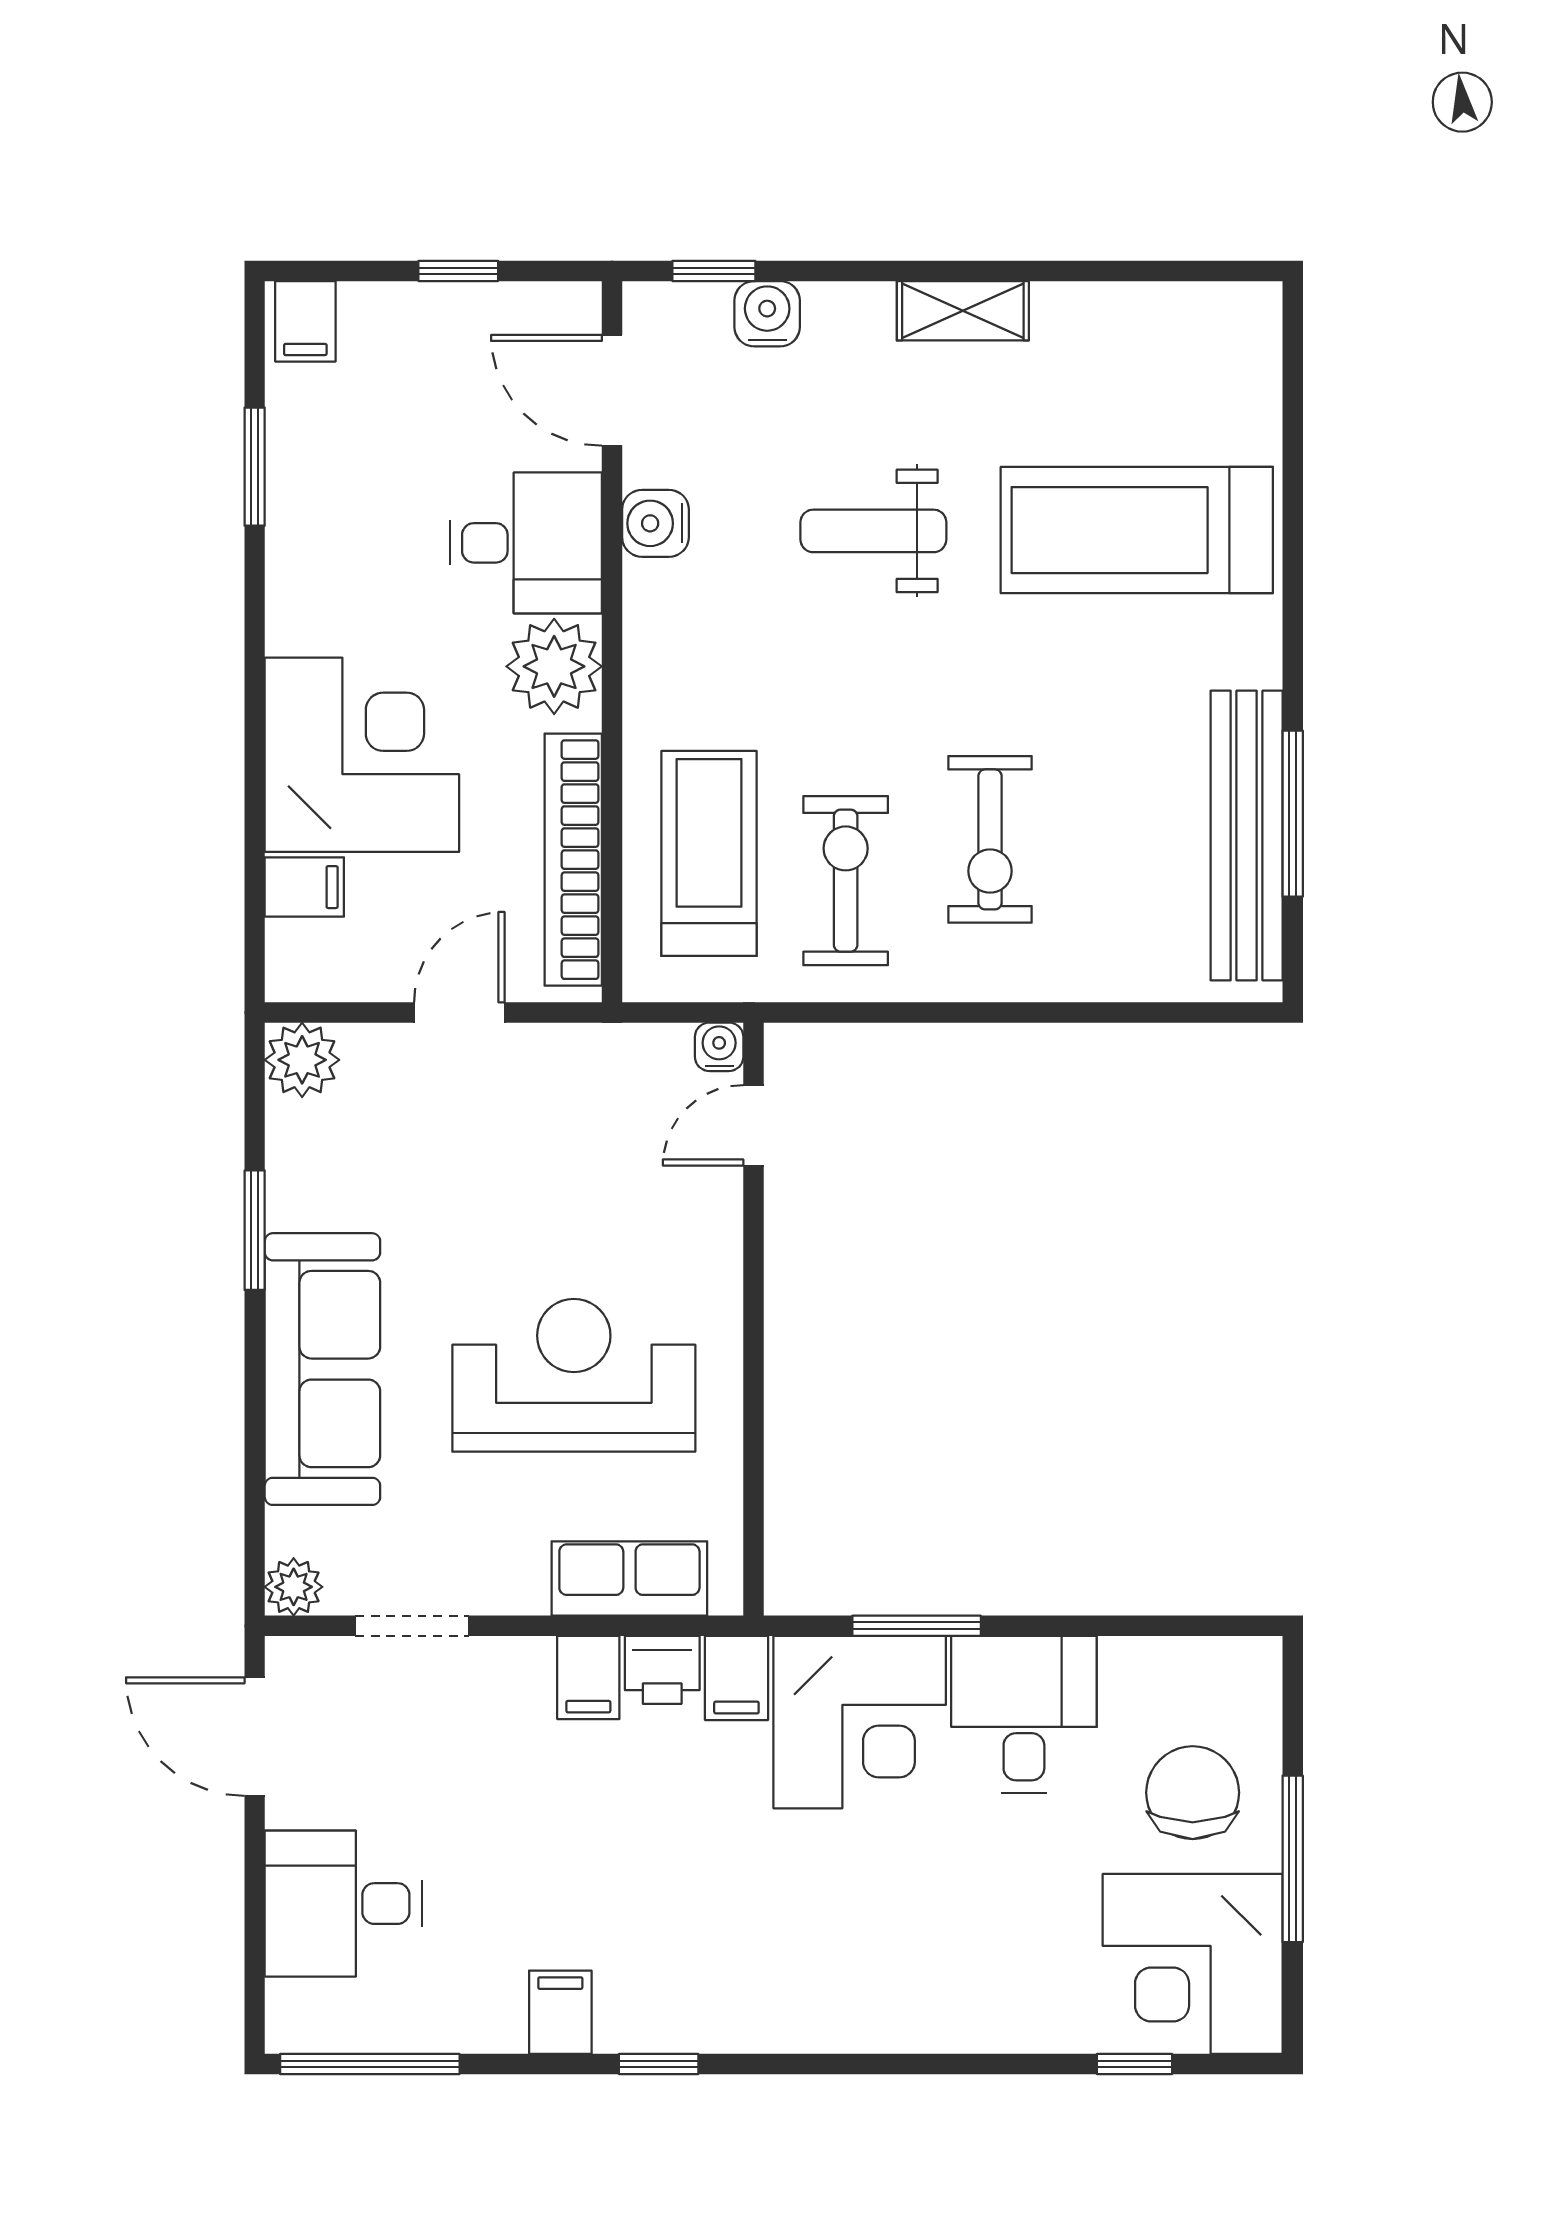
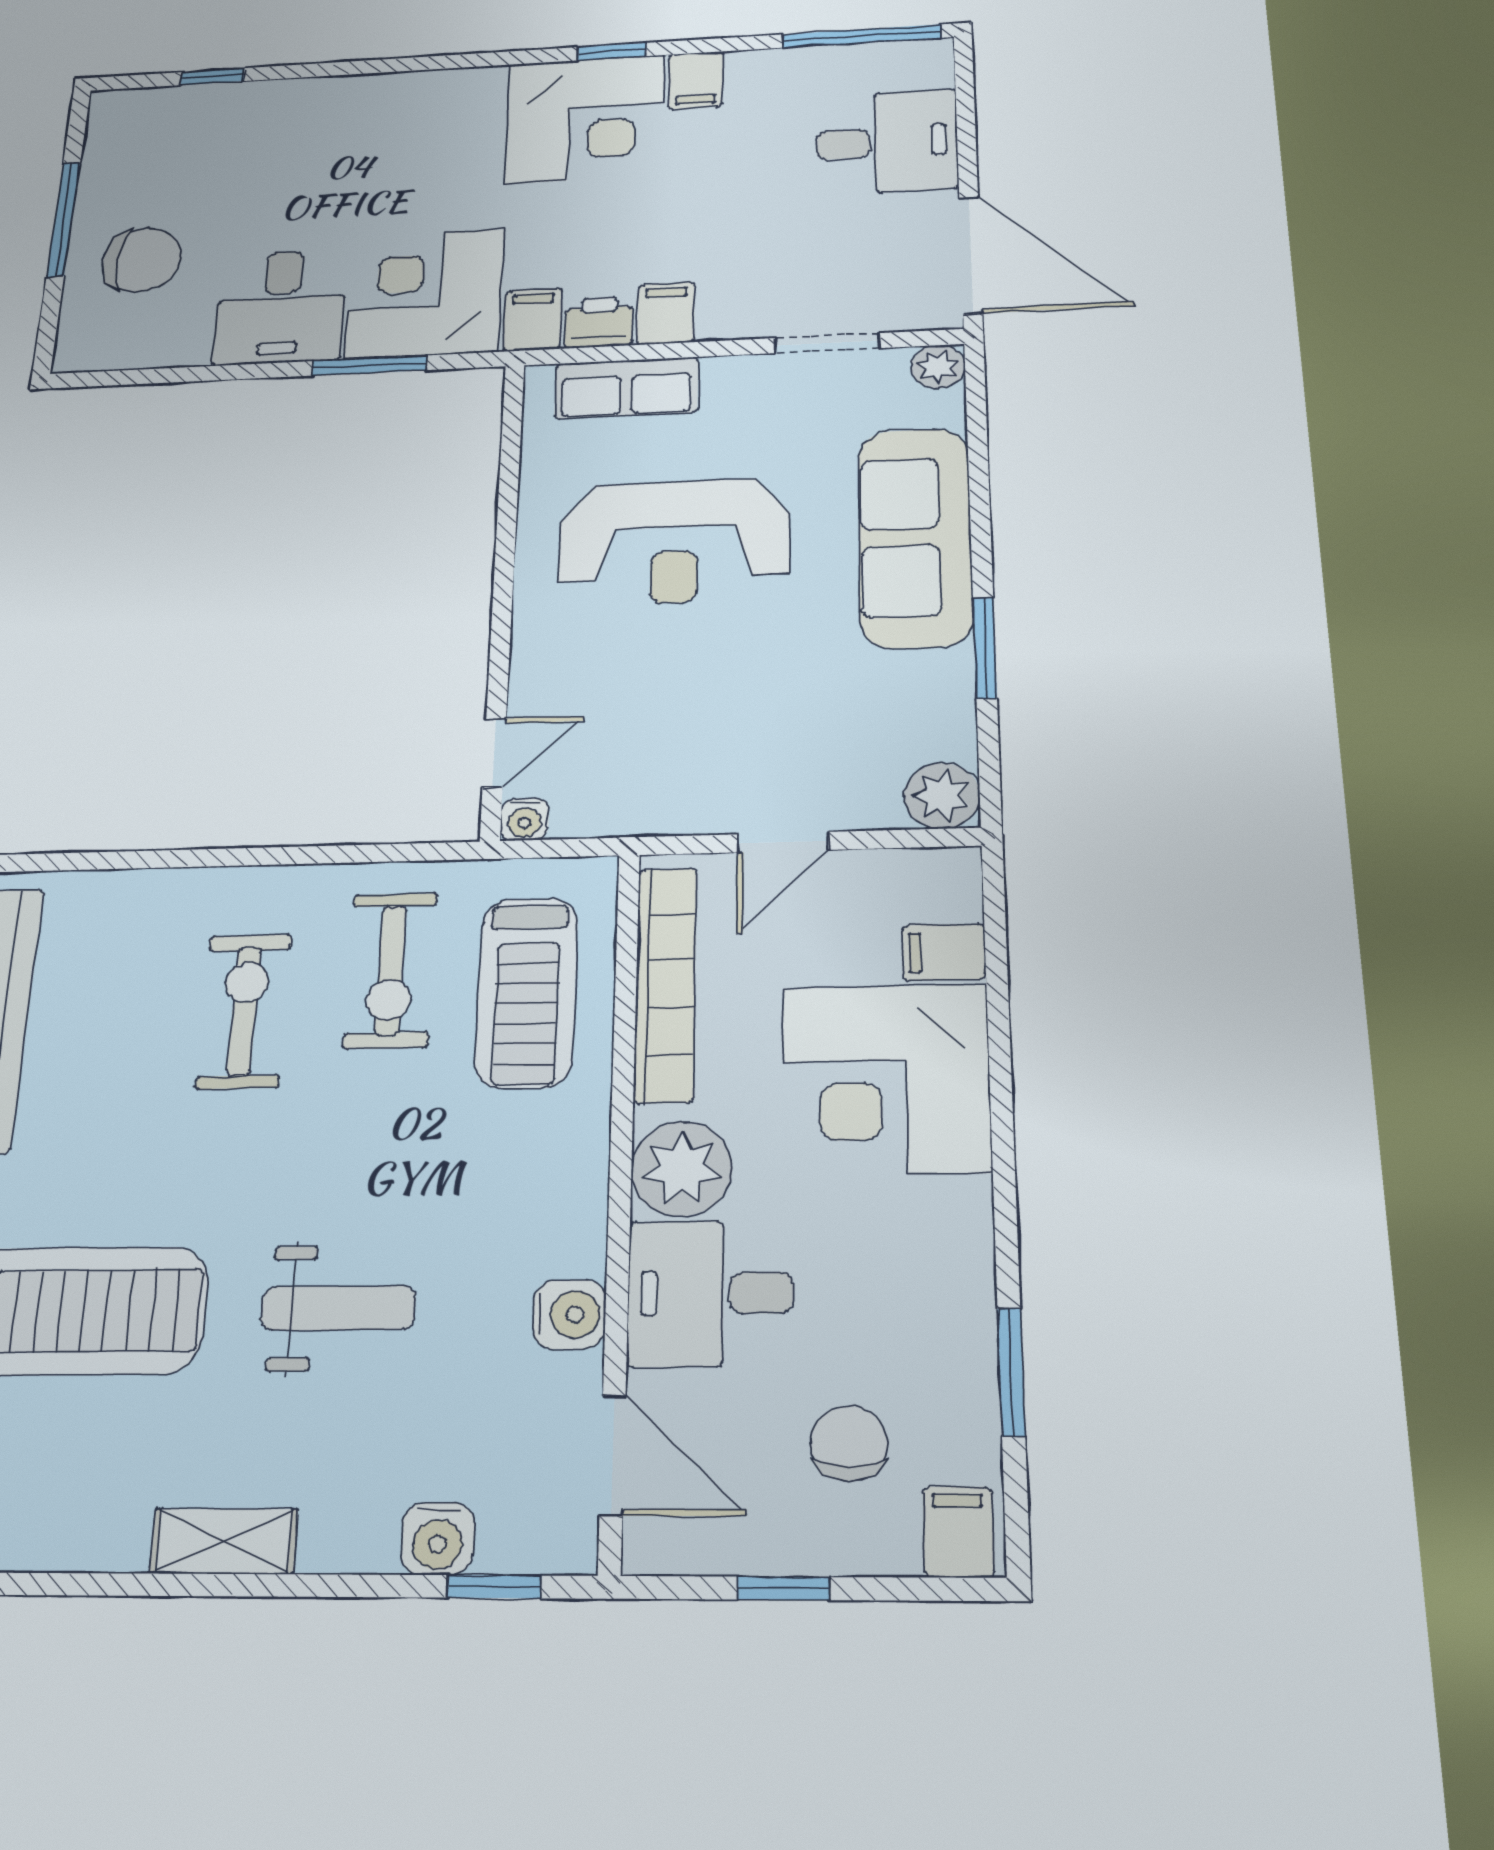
chair: (400, 401) -> (849, 1443), added
door: (255, 1737) -> (971, 255), width x1.36
chair: (1193, 1793) -> (142, 260), turned -86
corner desk: (1193, 1964) -> (585, 119), moved, turned 90

